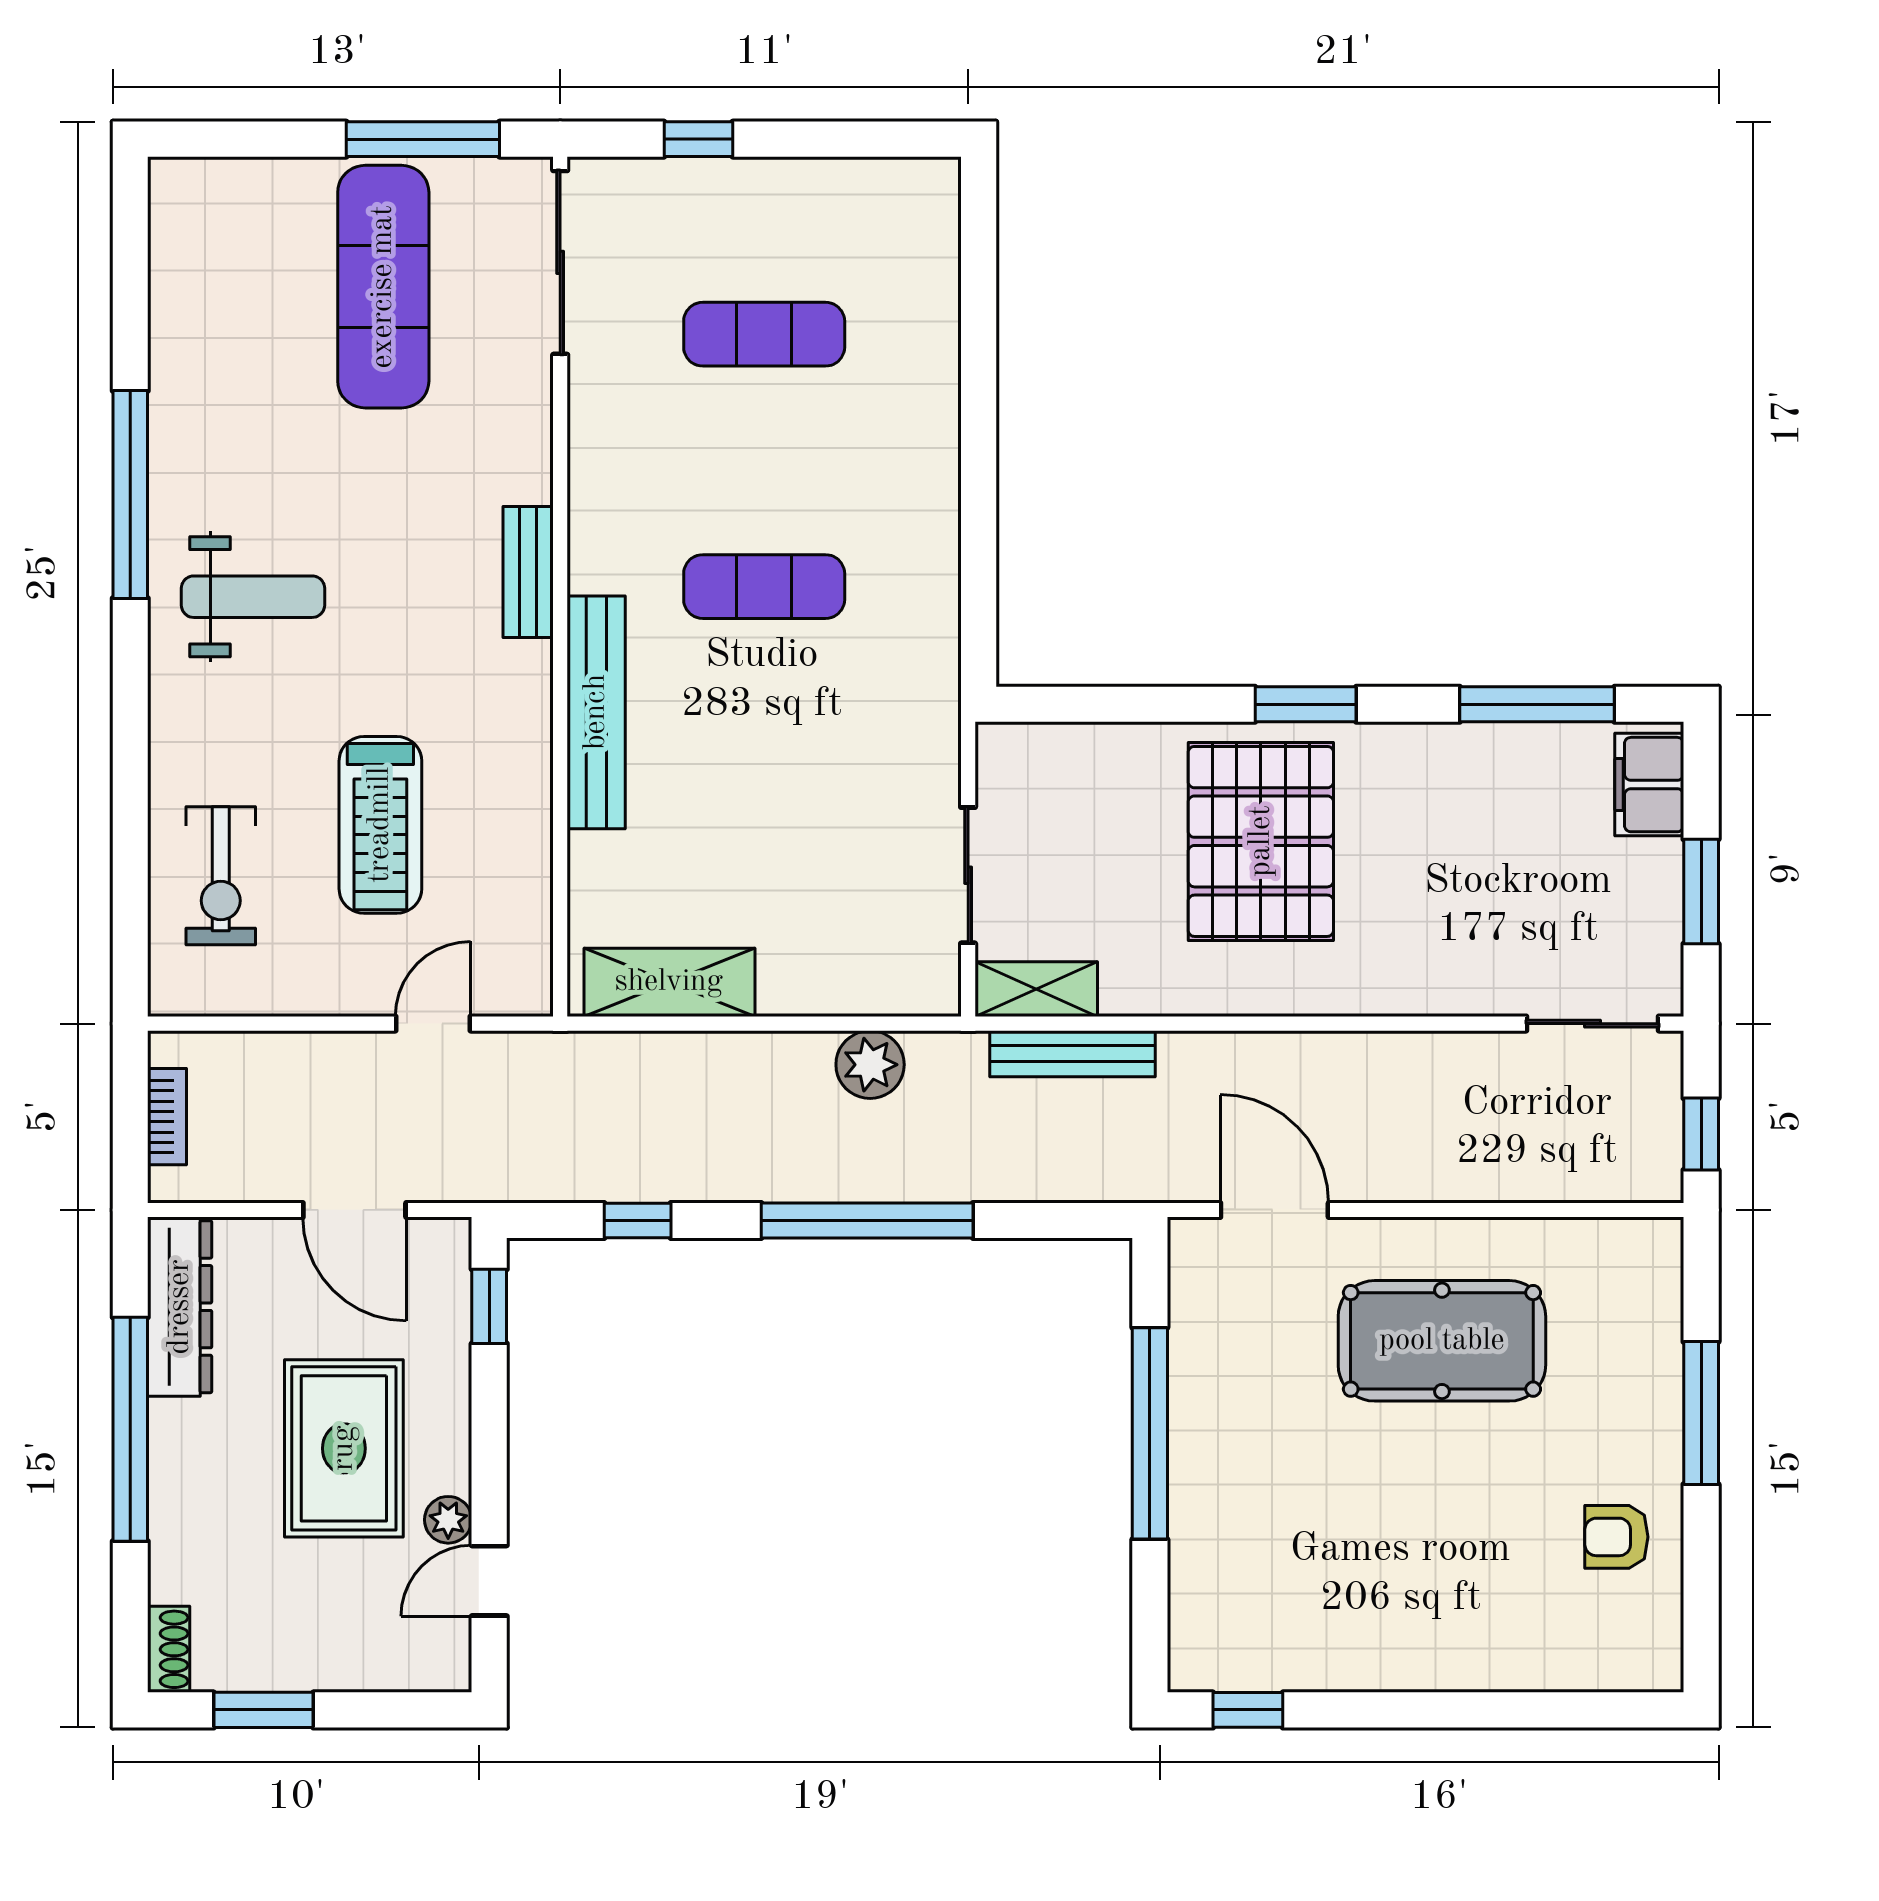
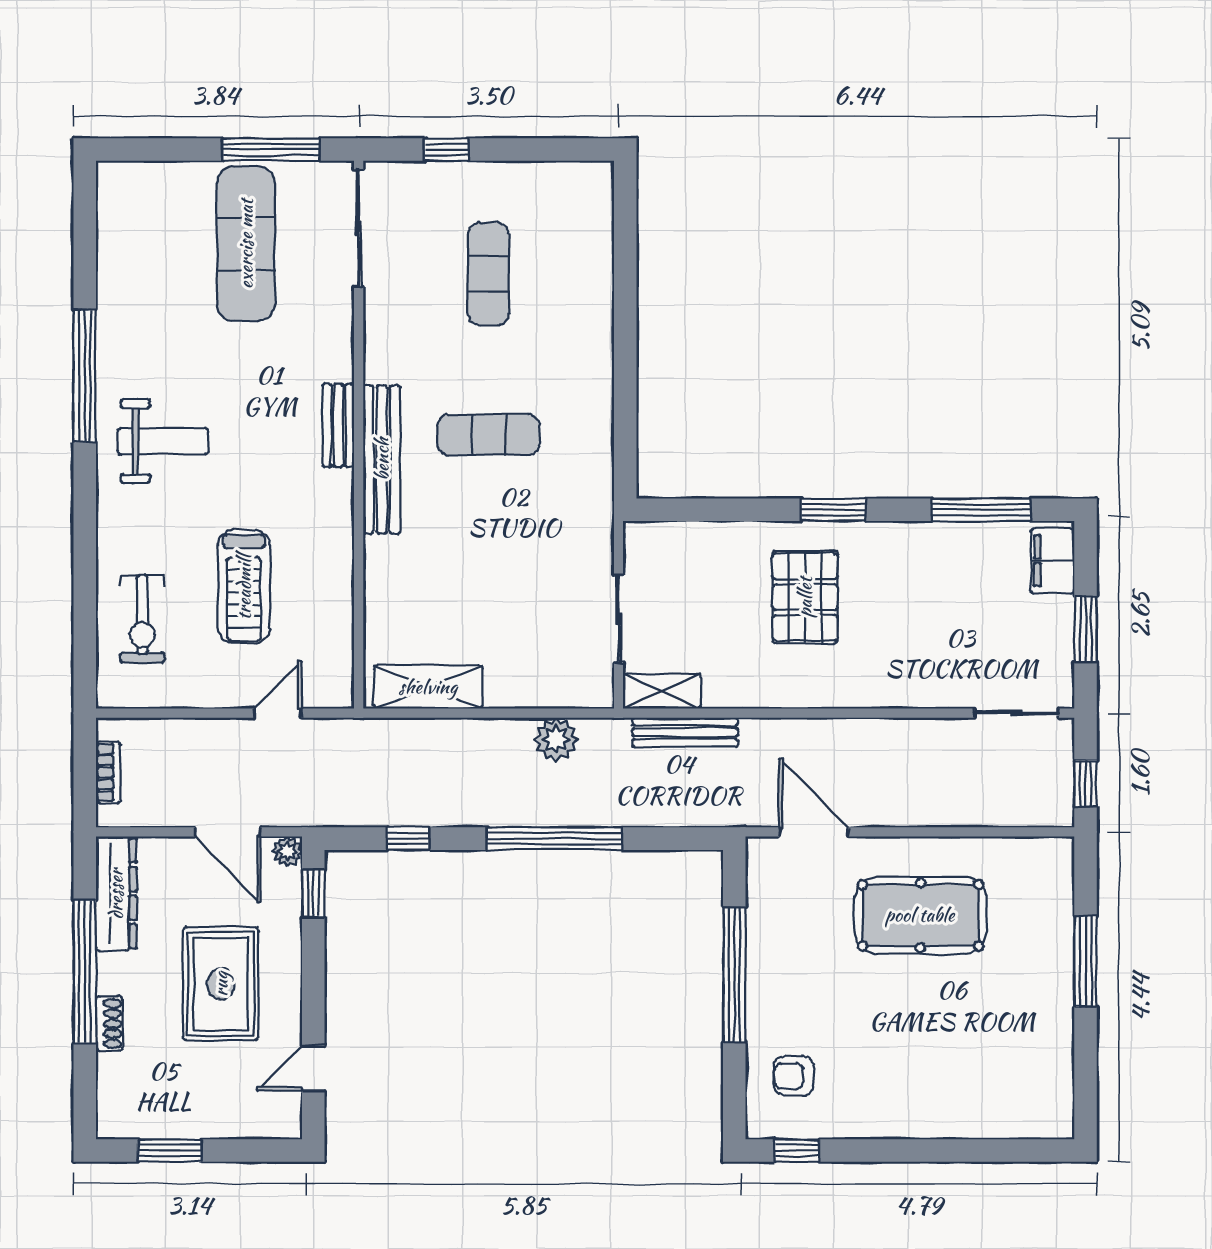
exercise mat: (764, 334) -> (489, 274), turned 90
bench: (596, 712) -> (382, 459), moved
pallet: (1261, 841) -> (805, 597), width x0.73, depth x0.71
plant: (448, 1520) -> (287, 851), moved
armchair: (1616, 1537) -> (794, 1076), moved
shoe rack: (169, 1649) -> (109, 1024), moved

